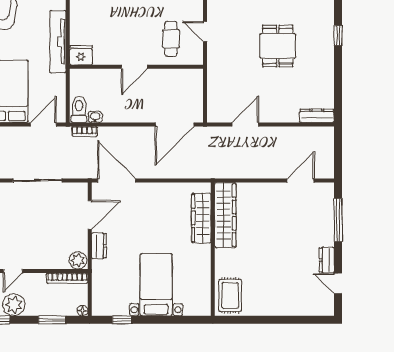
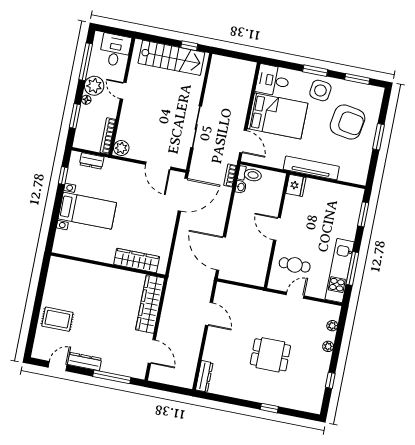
wardrobe: (225, 215) -> (150, 304), moved, turned 90
dresser: (99, 246) -> (92, 161), moved
dresser: (327, 260) -> (84, 361), width x1.44
rug: (230, 295) -> (57, 319), moved
floor lamp: (82, 311) -> (86, 100), moved

